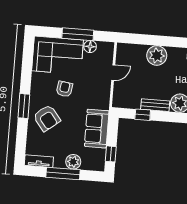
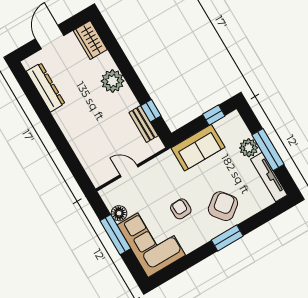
plant: (157, 56) -> (80, 139), removed
armchair: (64, 89) -> (181, 209), turned 80
bench: (155, 105) -> (144, 124), moved
tv unit: (39, 161) -> (269, 177), width x1.41

